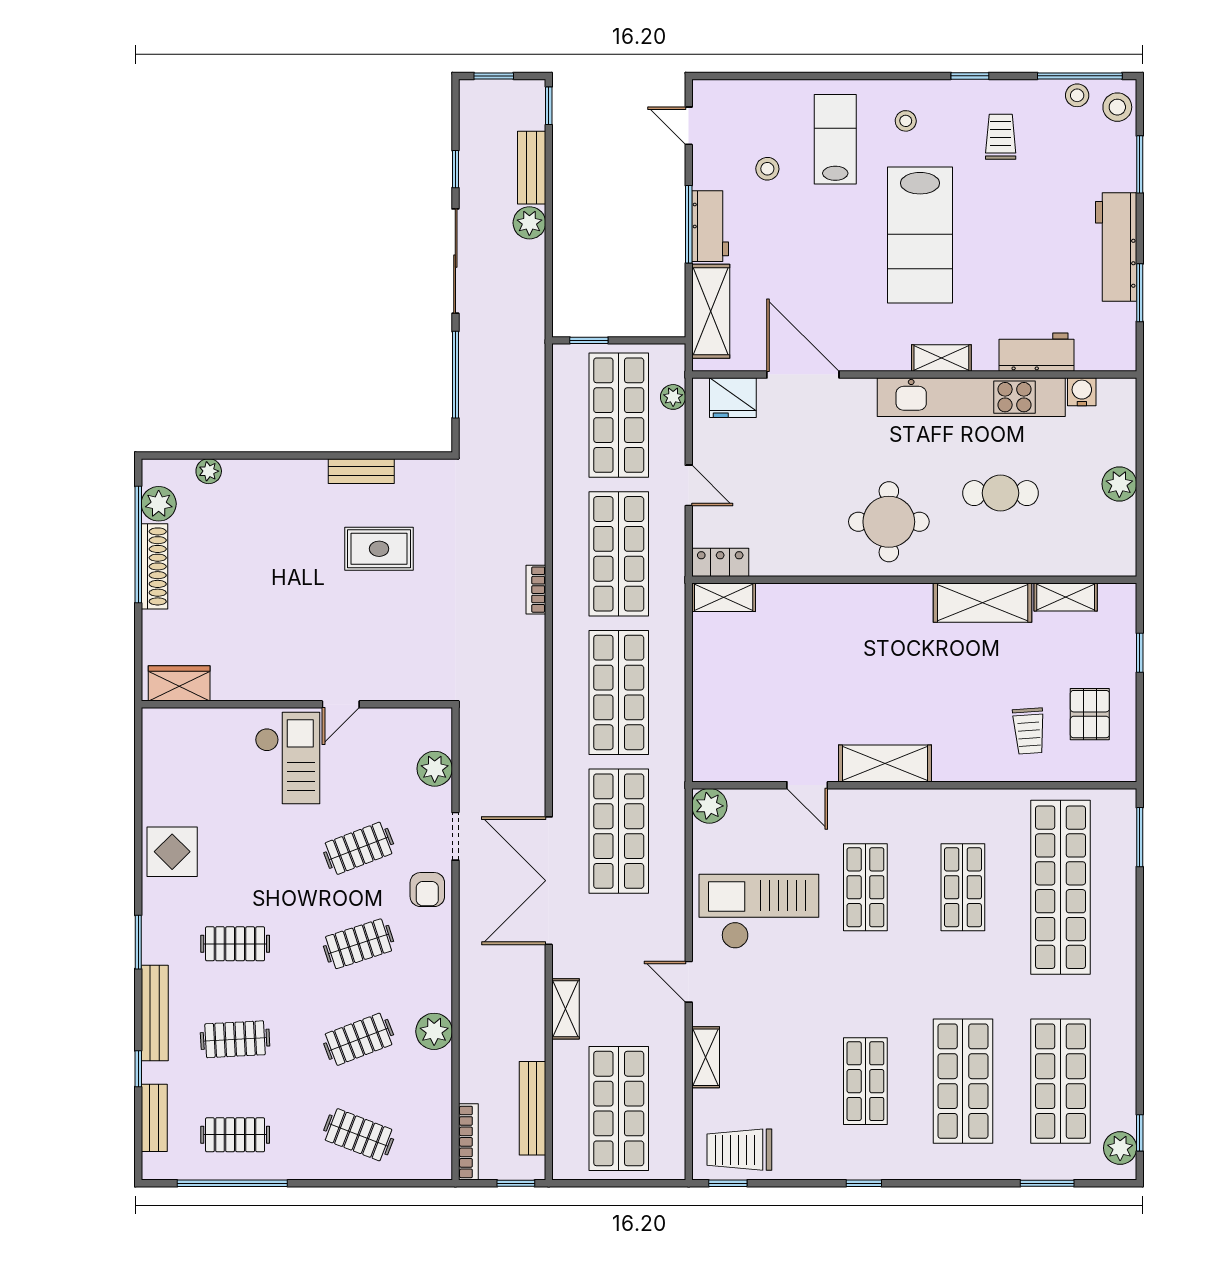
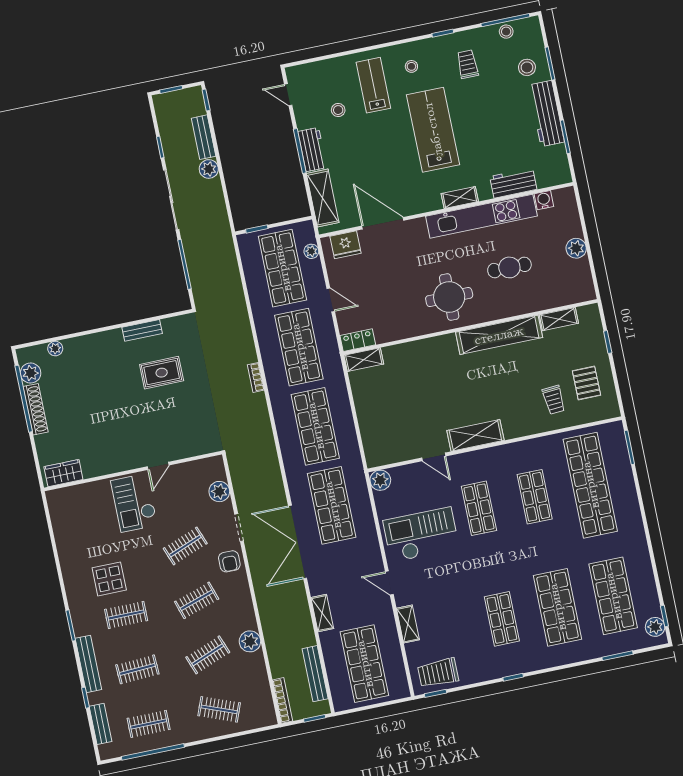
stool: (1117, 107) -> (527, 67), moved
lab bench: (920, 235) -> (433, 130), turned 180
shelving: (983, 603) -> (499, 335), width x1.47
checkout: (287, 758) -> (134, 503), turned 180
display table: (172, 852) -> (109, 579), moved

